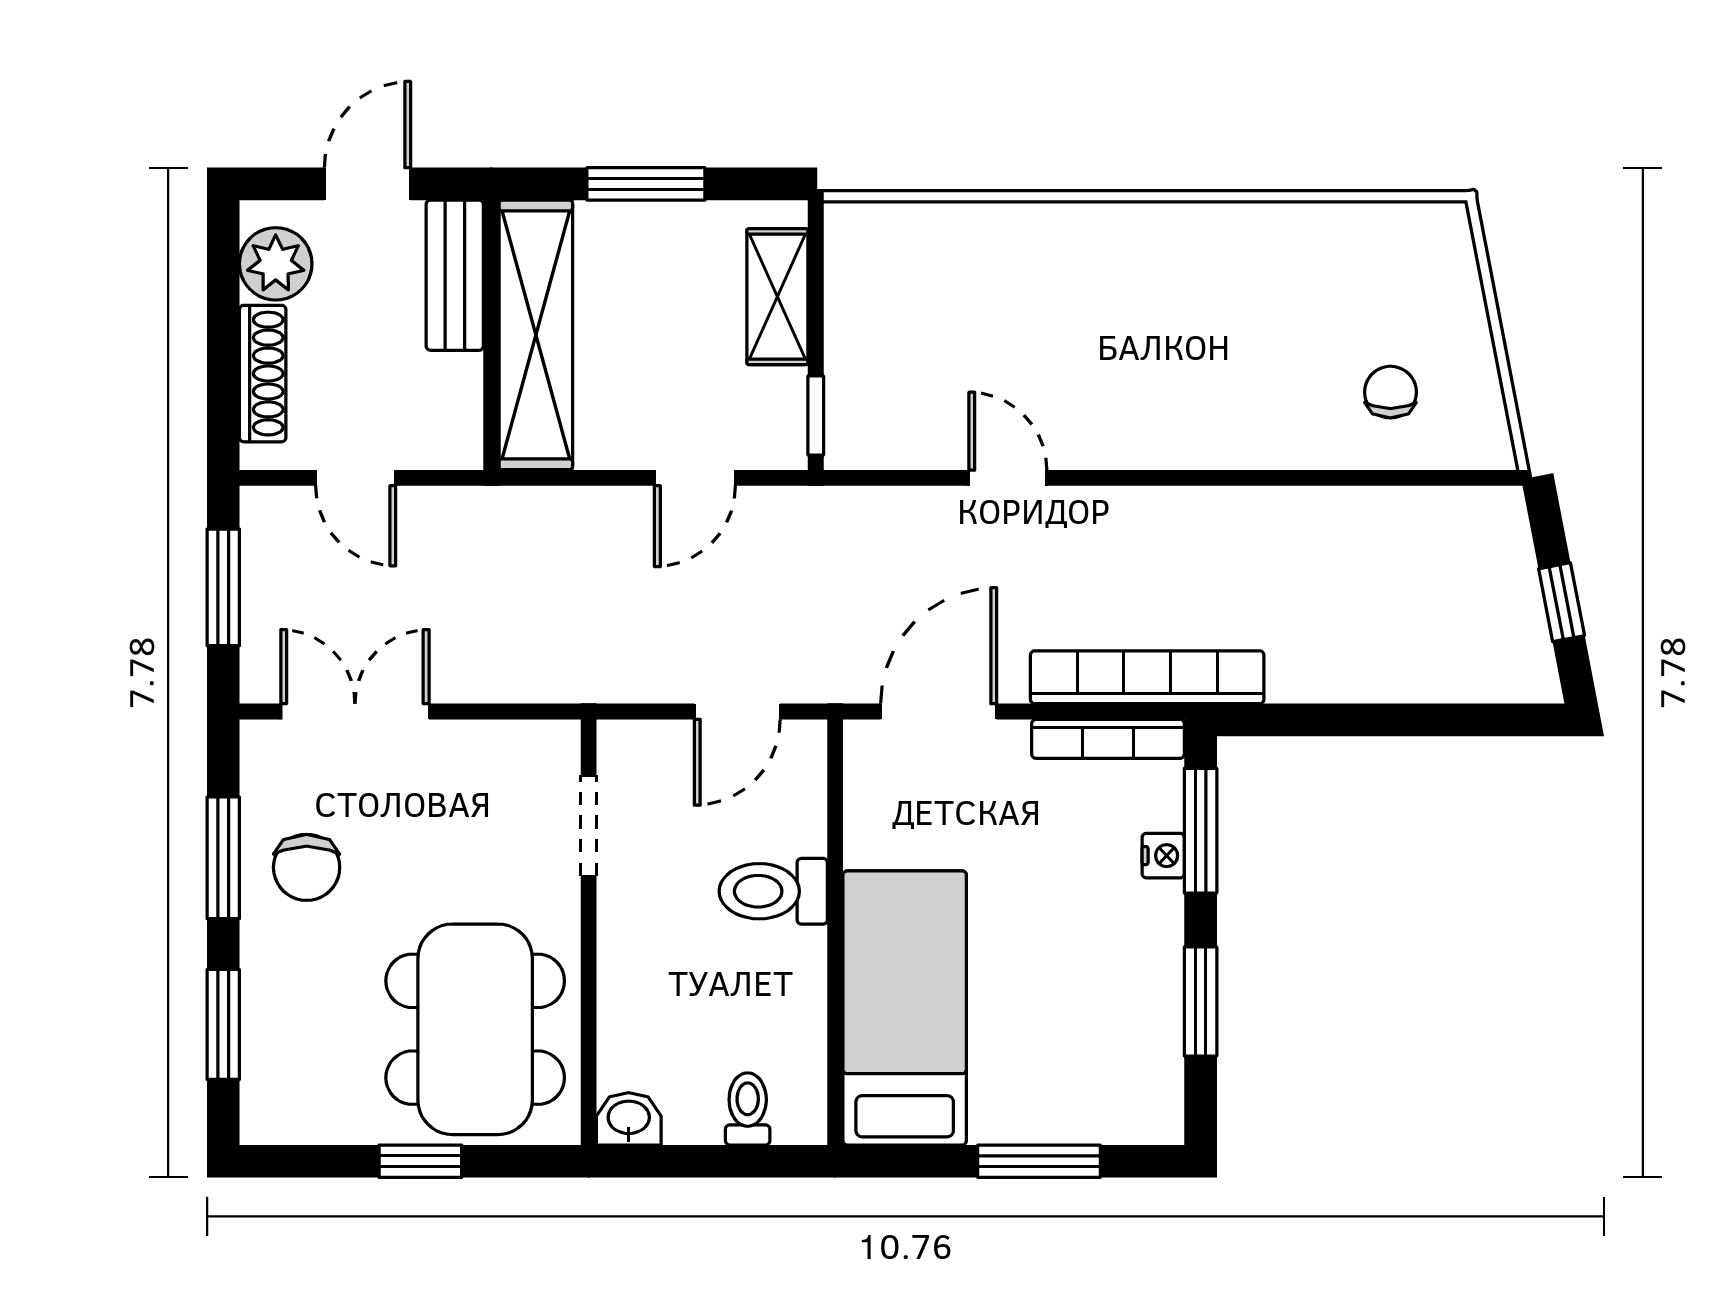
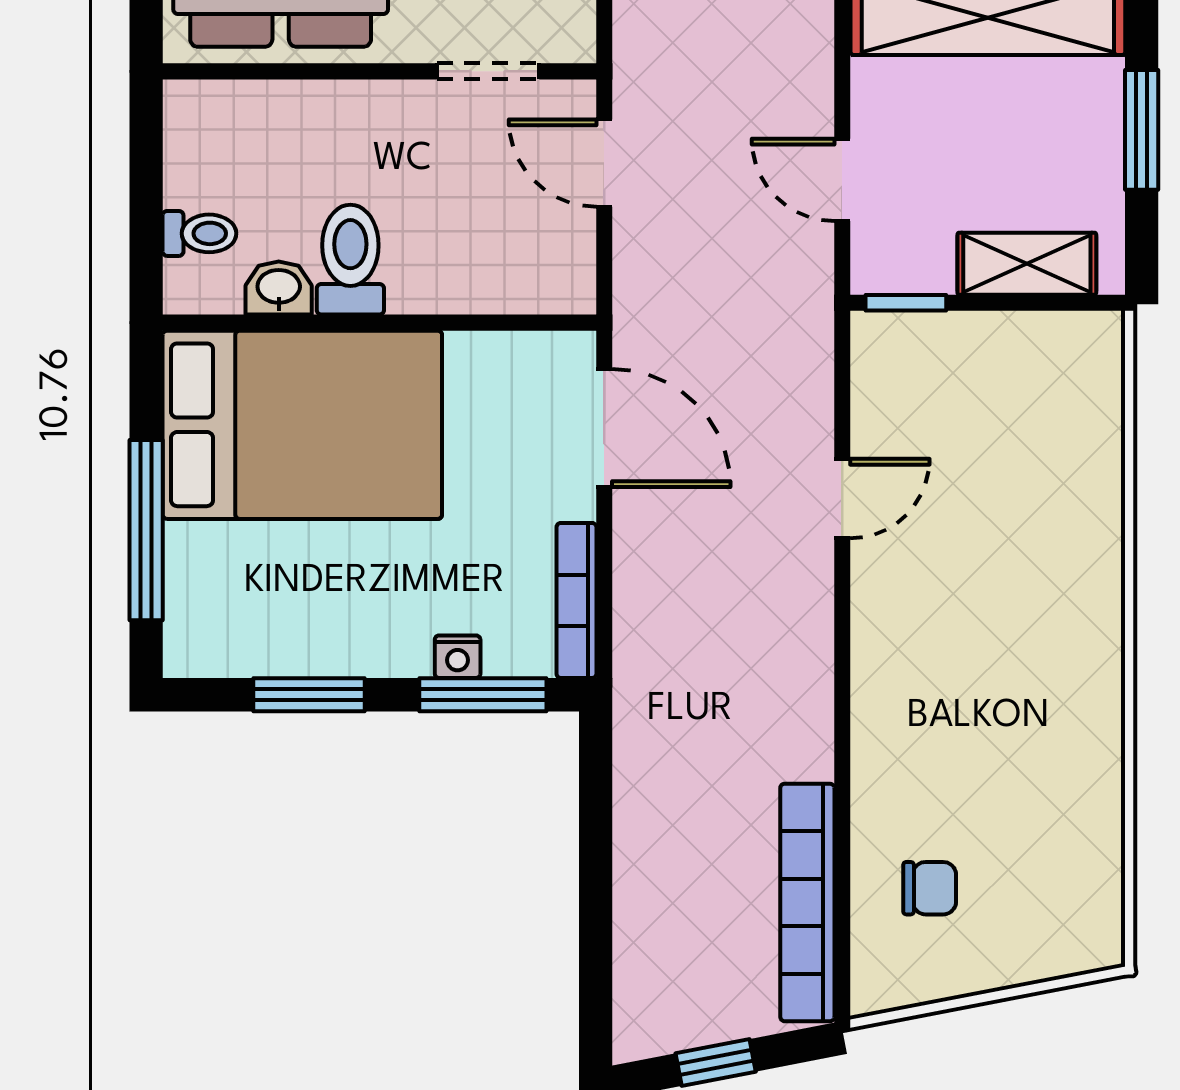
bookcase: (1147, 677) -> (807, 902), moved, turned 180
door: (737, 712) -> (604, 163), moved
toilet: (773, 891) -> (350, 260), moved
bed: (905, 1008) -> (302, 425), width x1.50
washbasin: (629, 1119) -> (279, 288), moved, turned -90
window: (1039, 1161) -> (146, 530), width x1.44

